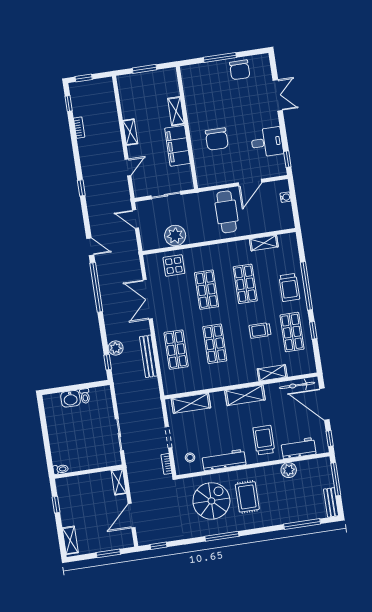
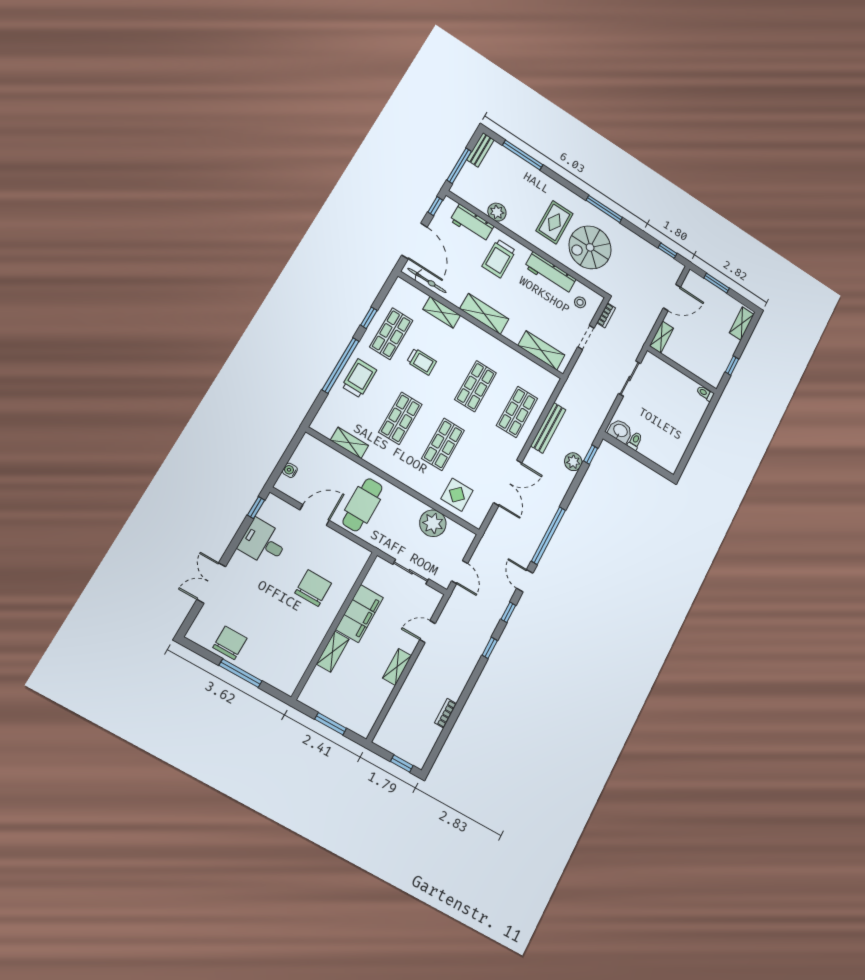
window: (69, 104) -> (508, 612), moved
washbasin: (70, 399) -> (620, 431), moved

